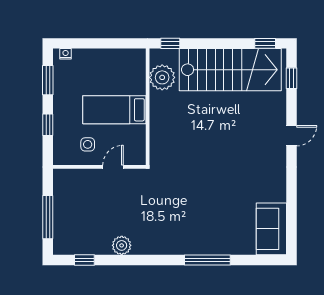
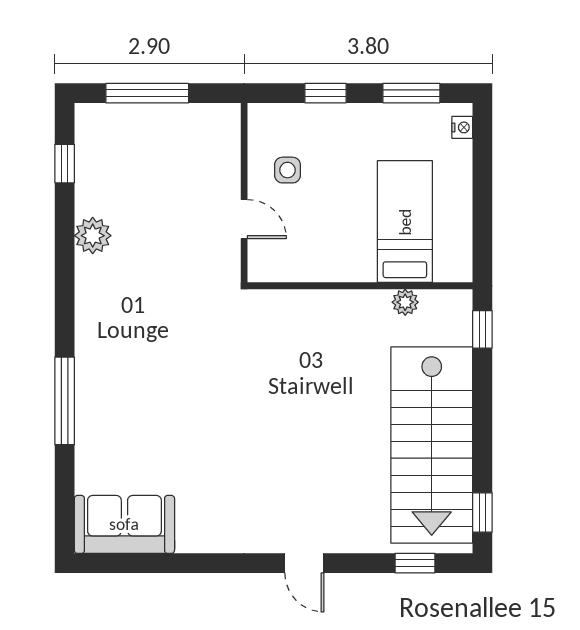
plant: (162, 77) -> (405, 302), width x0.53, depth x0.53
bed: (114, 110) -> (405, 222), moved

